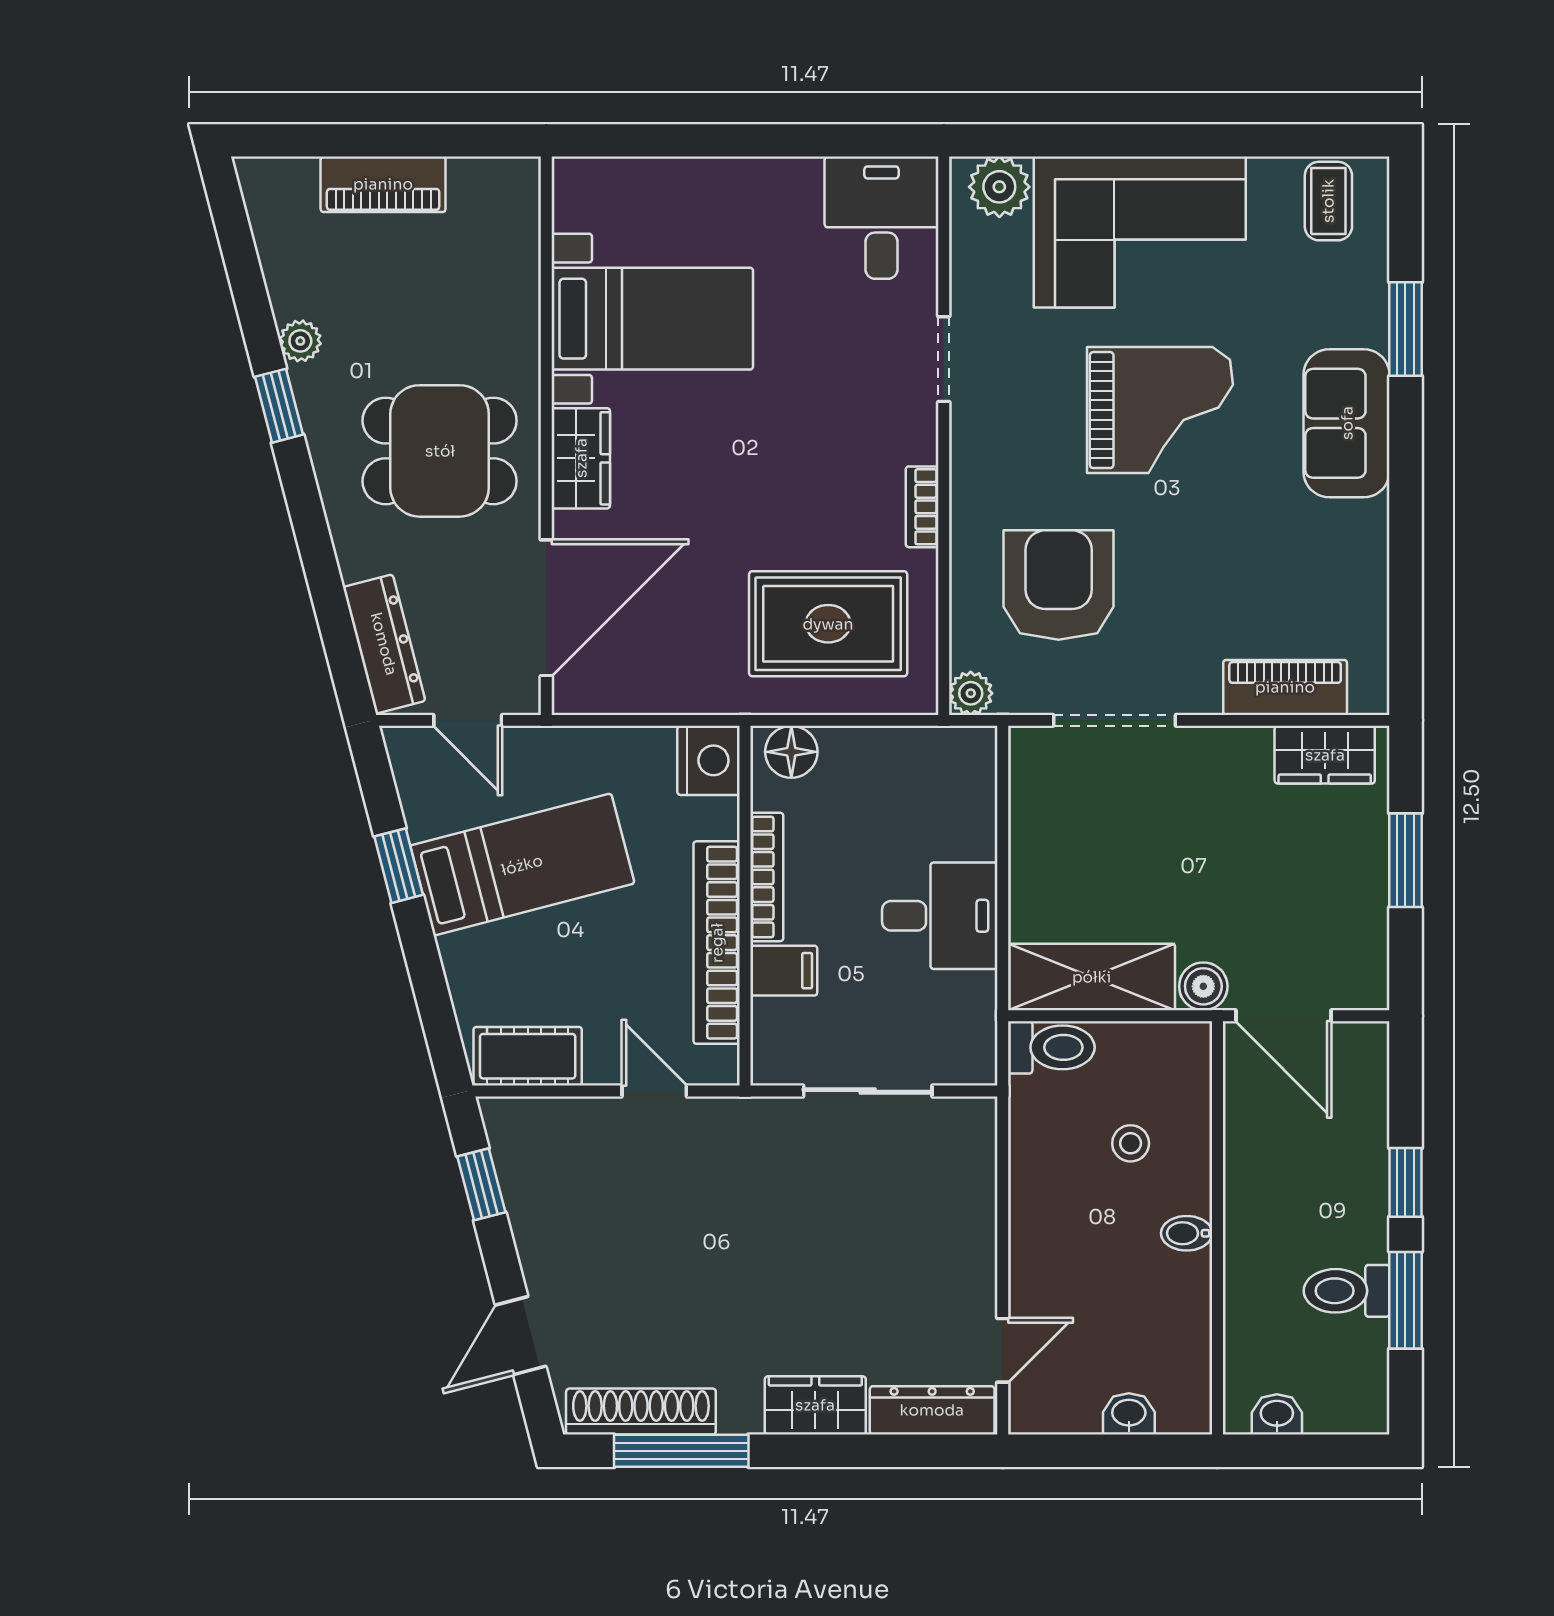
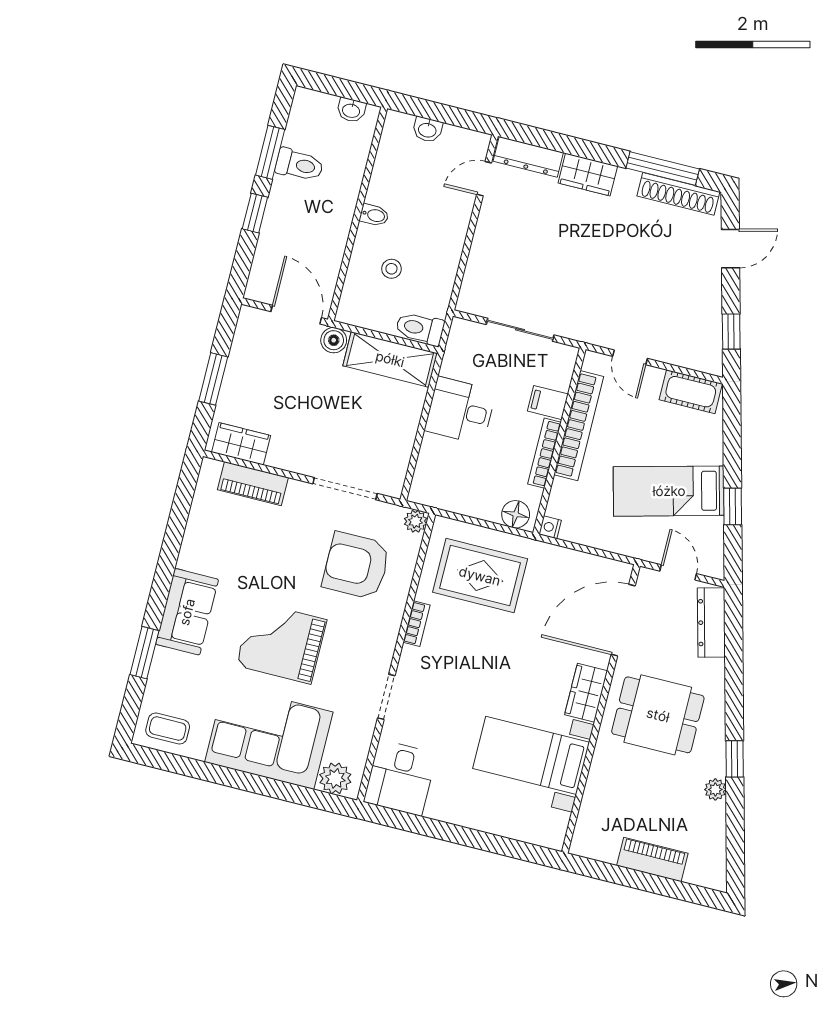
coffee table: (1328, 201) -> (168, 729), turned 90
armchair: (1059, 585) -> (356, 566), turned 90
nightstand: (708, 760) -> (550, 527), width x0.53, depth x0.56

